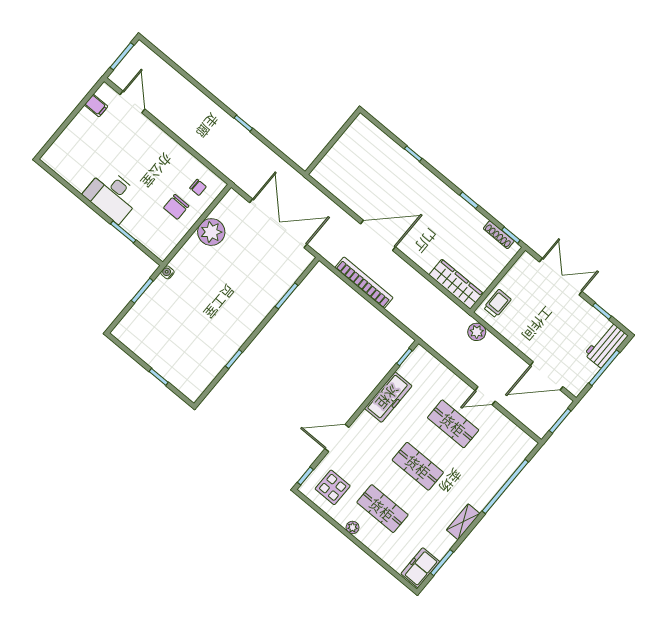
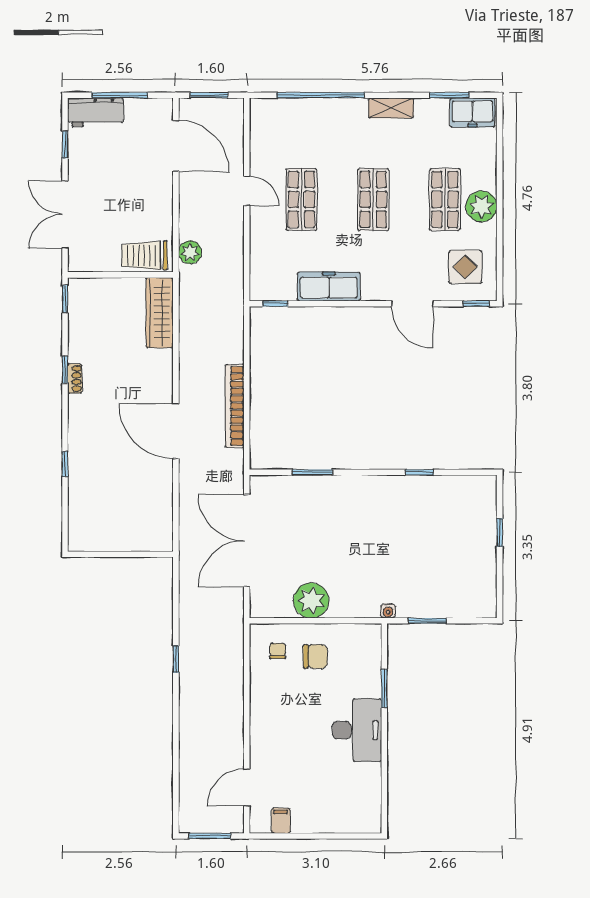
shoe rack: (499, 235) -> (75, 379), moved, width x0.70
trolley: (497, 304) -> (145, 255), width x1.36, depth x1.39
plant: (353, 527) -> (481, 206), width x1.87, depth x1.87

